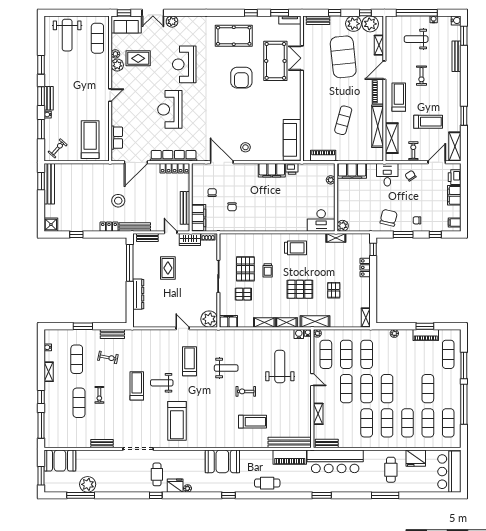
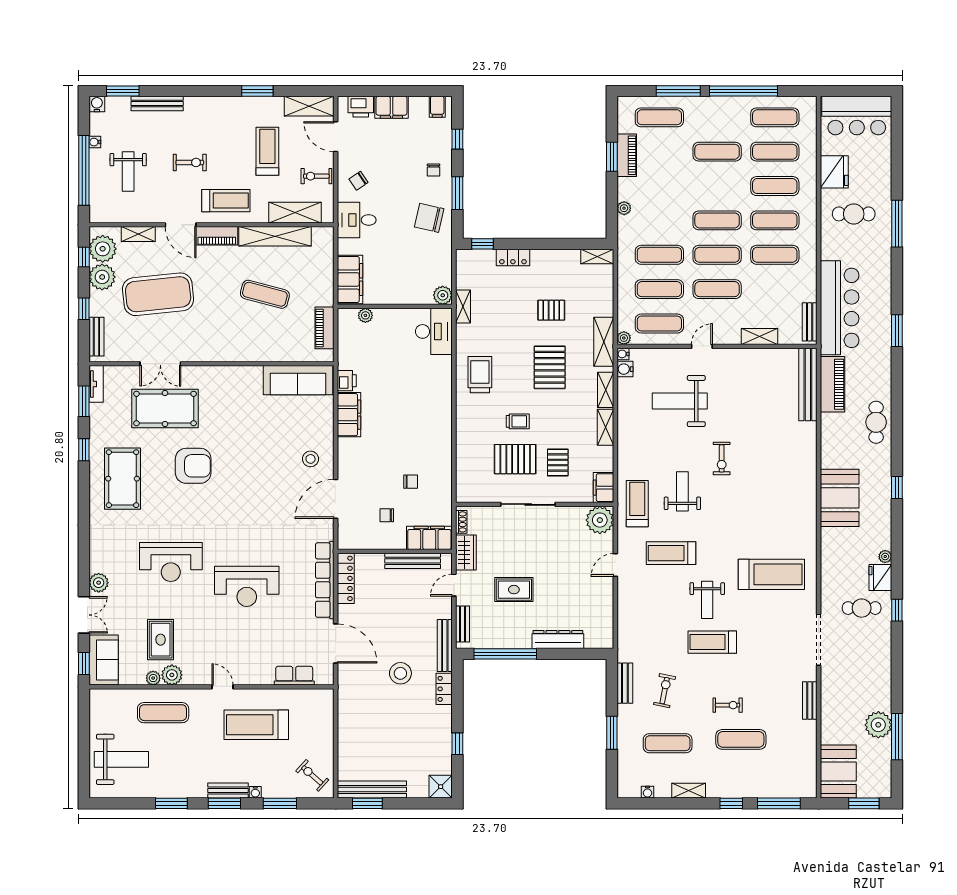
exercise mat: (97, 38) -> (163, 713), moved
treadmill: (399, 97) -> (226, 201), turned 180
treadmill: (90, 140) -> (256, 725), moved
treadmill: (253, 422) -> (637, 504), moved

